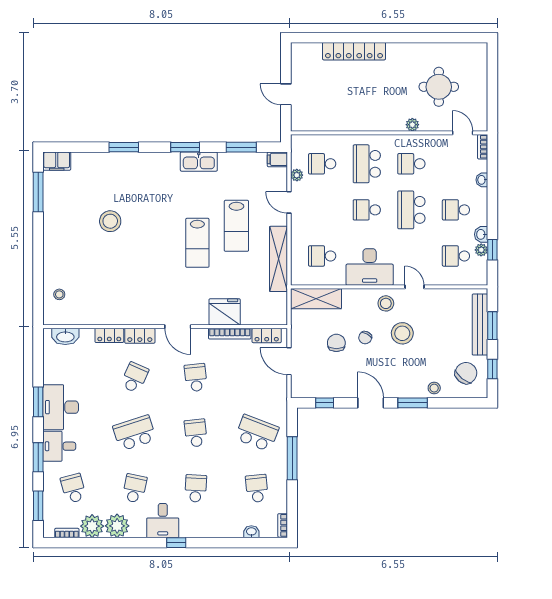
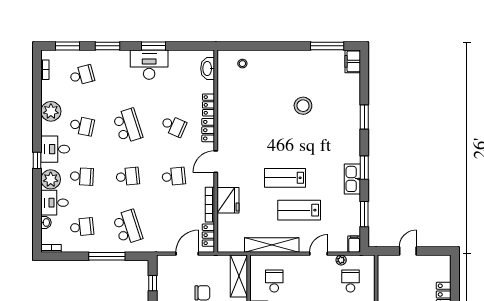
school desk: (257, 433) -> (128, 227), turned -39
desk: (59, 446) -> (55, 203), moved, turned -90
plant: (92, 526) -> (51, 179), moved

